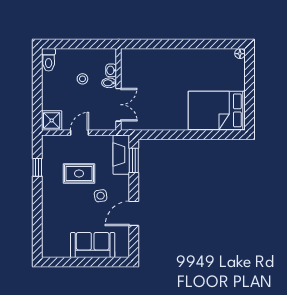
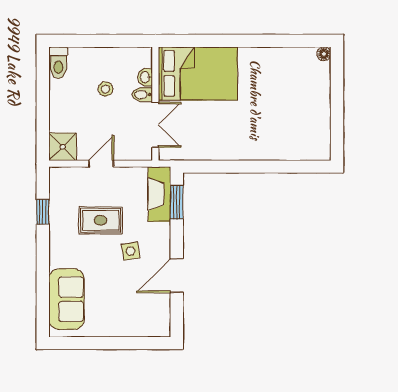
bed: (217, 110) -> (198, 73), moved, turned 180
sofa: (93, 245) -> (67, 299), moved, turned 90

